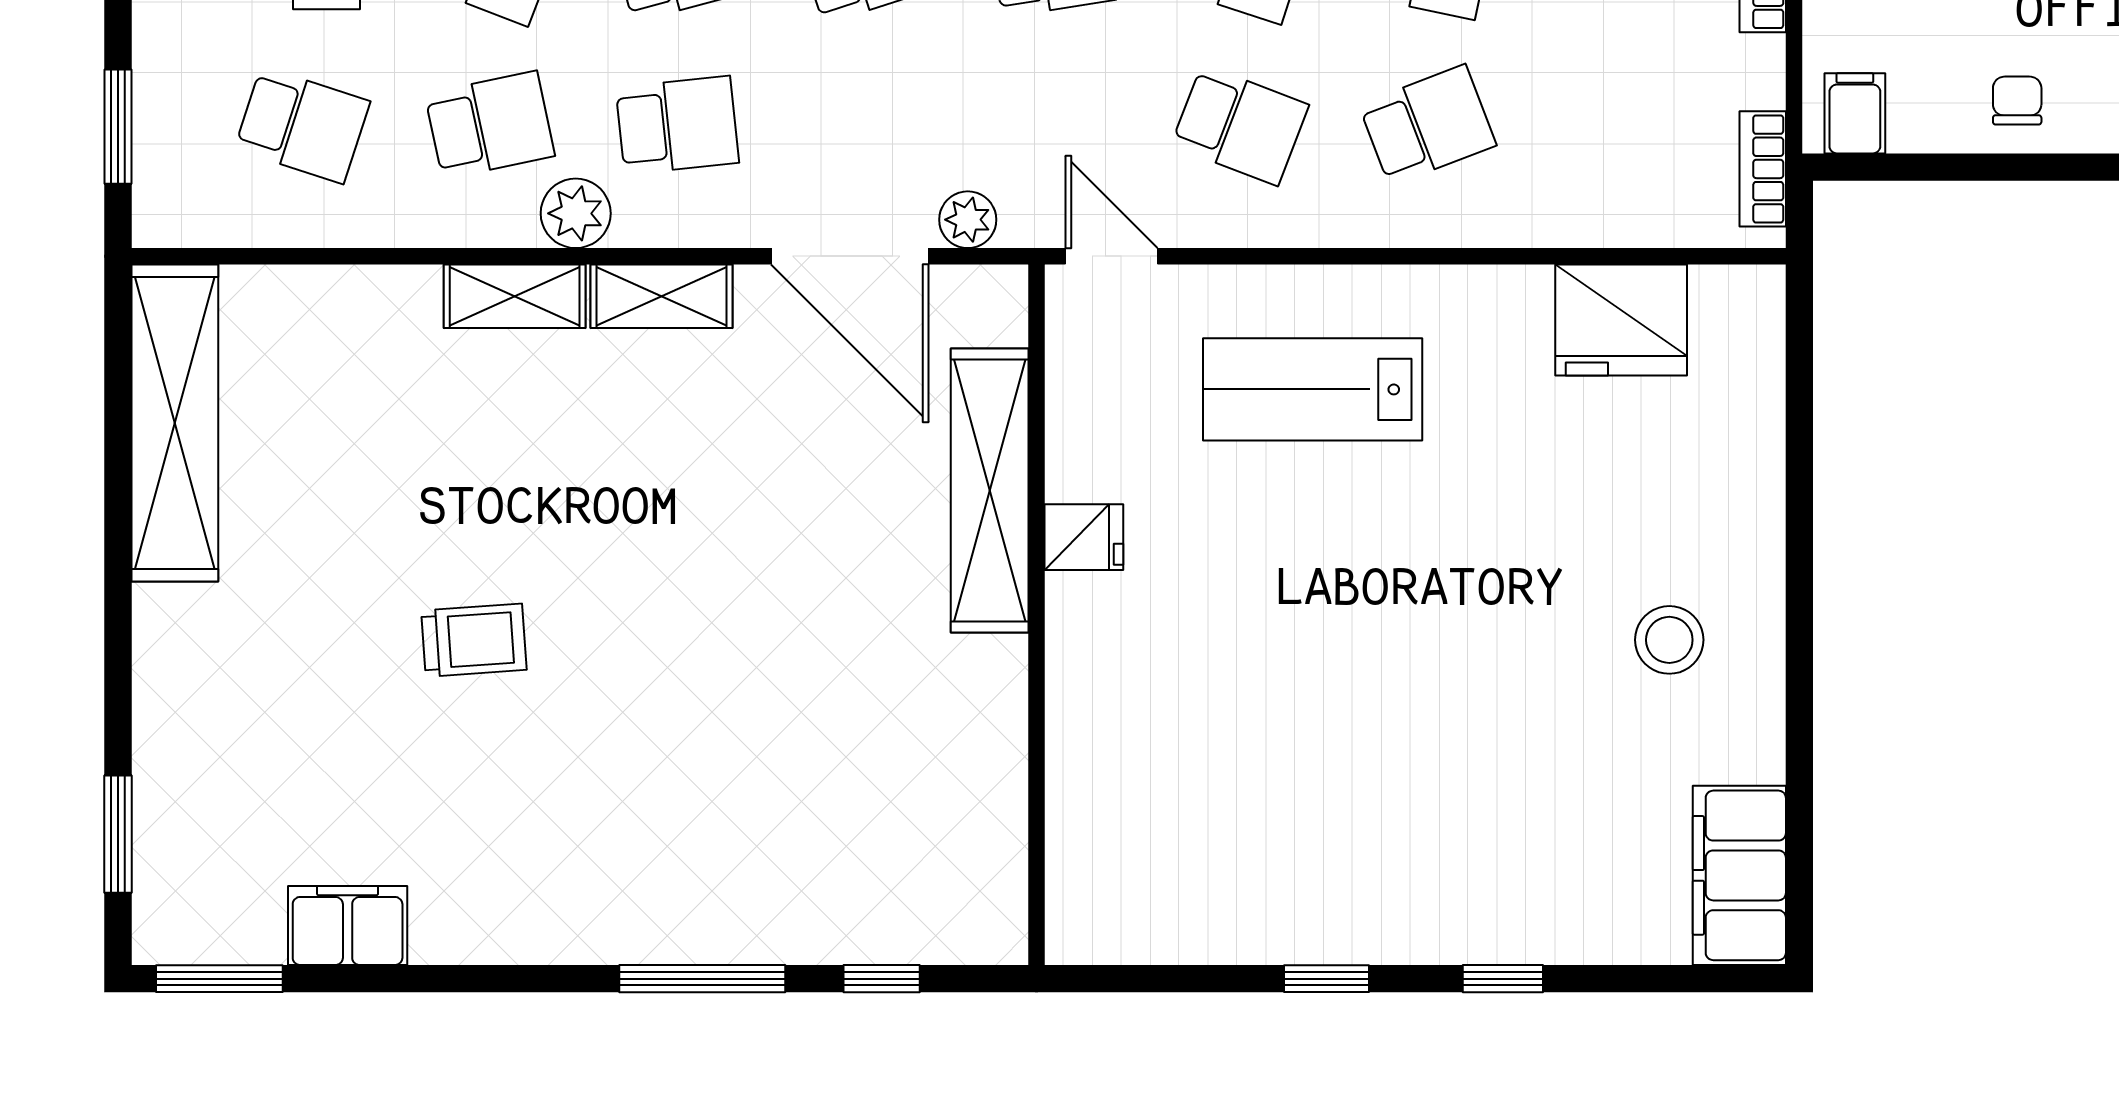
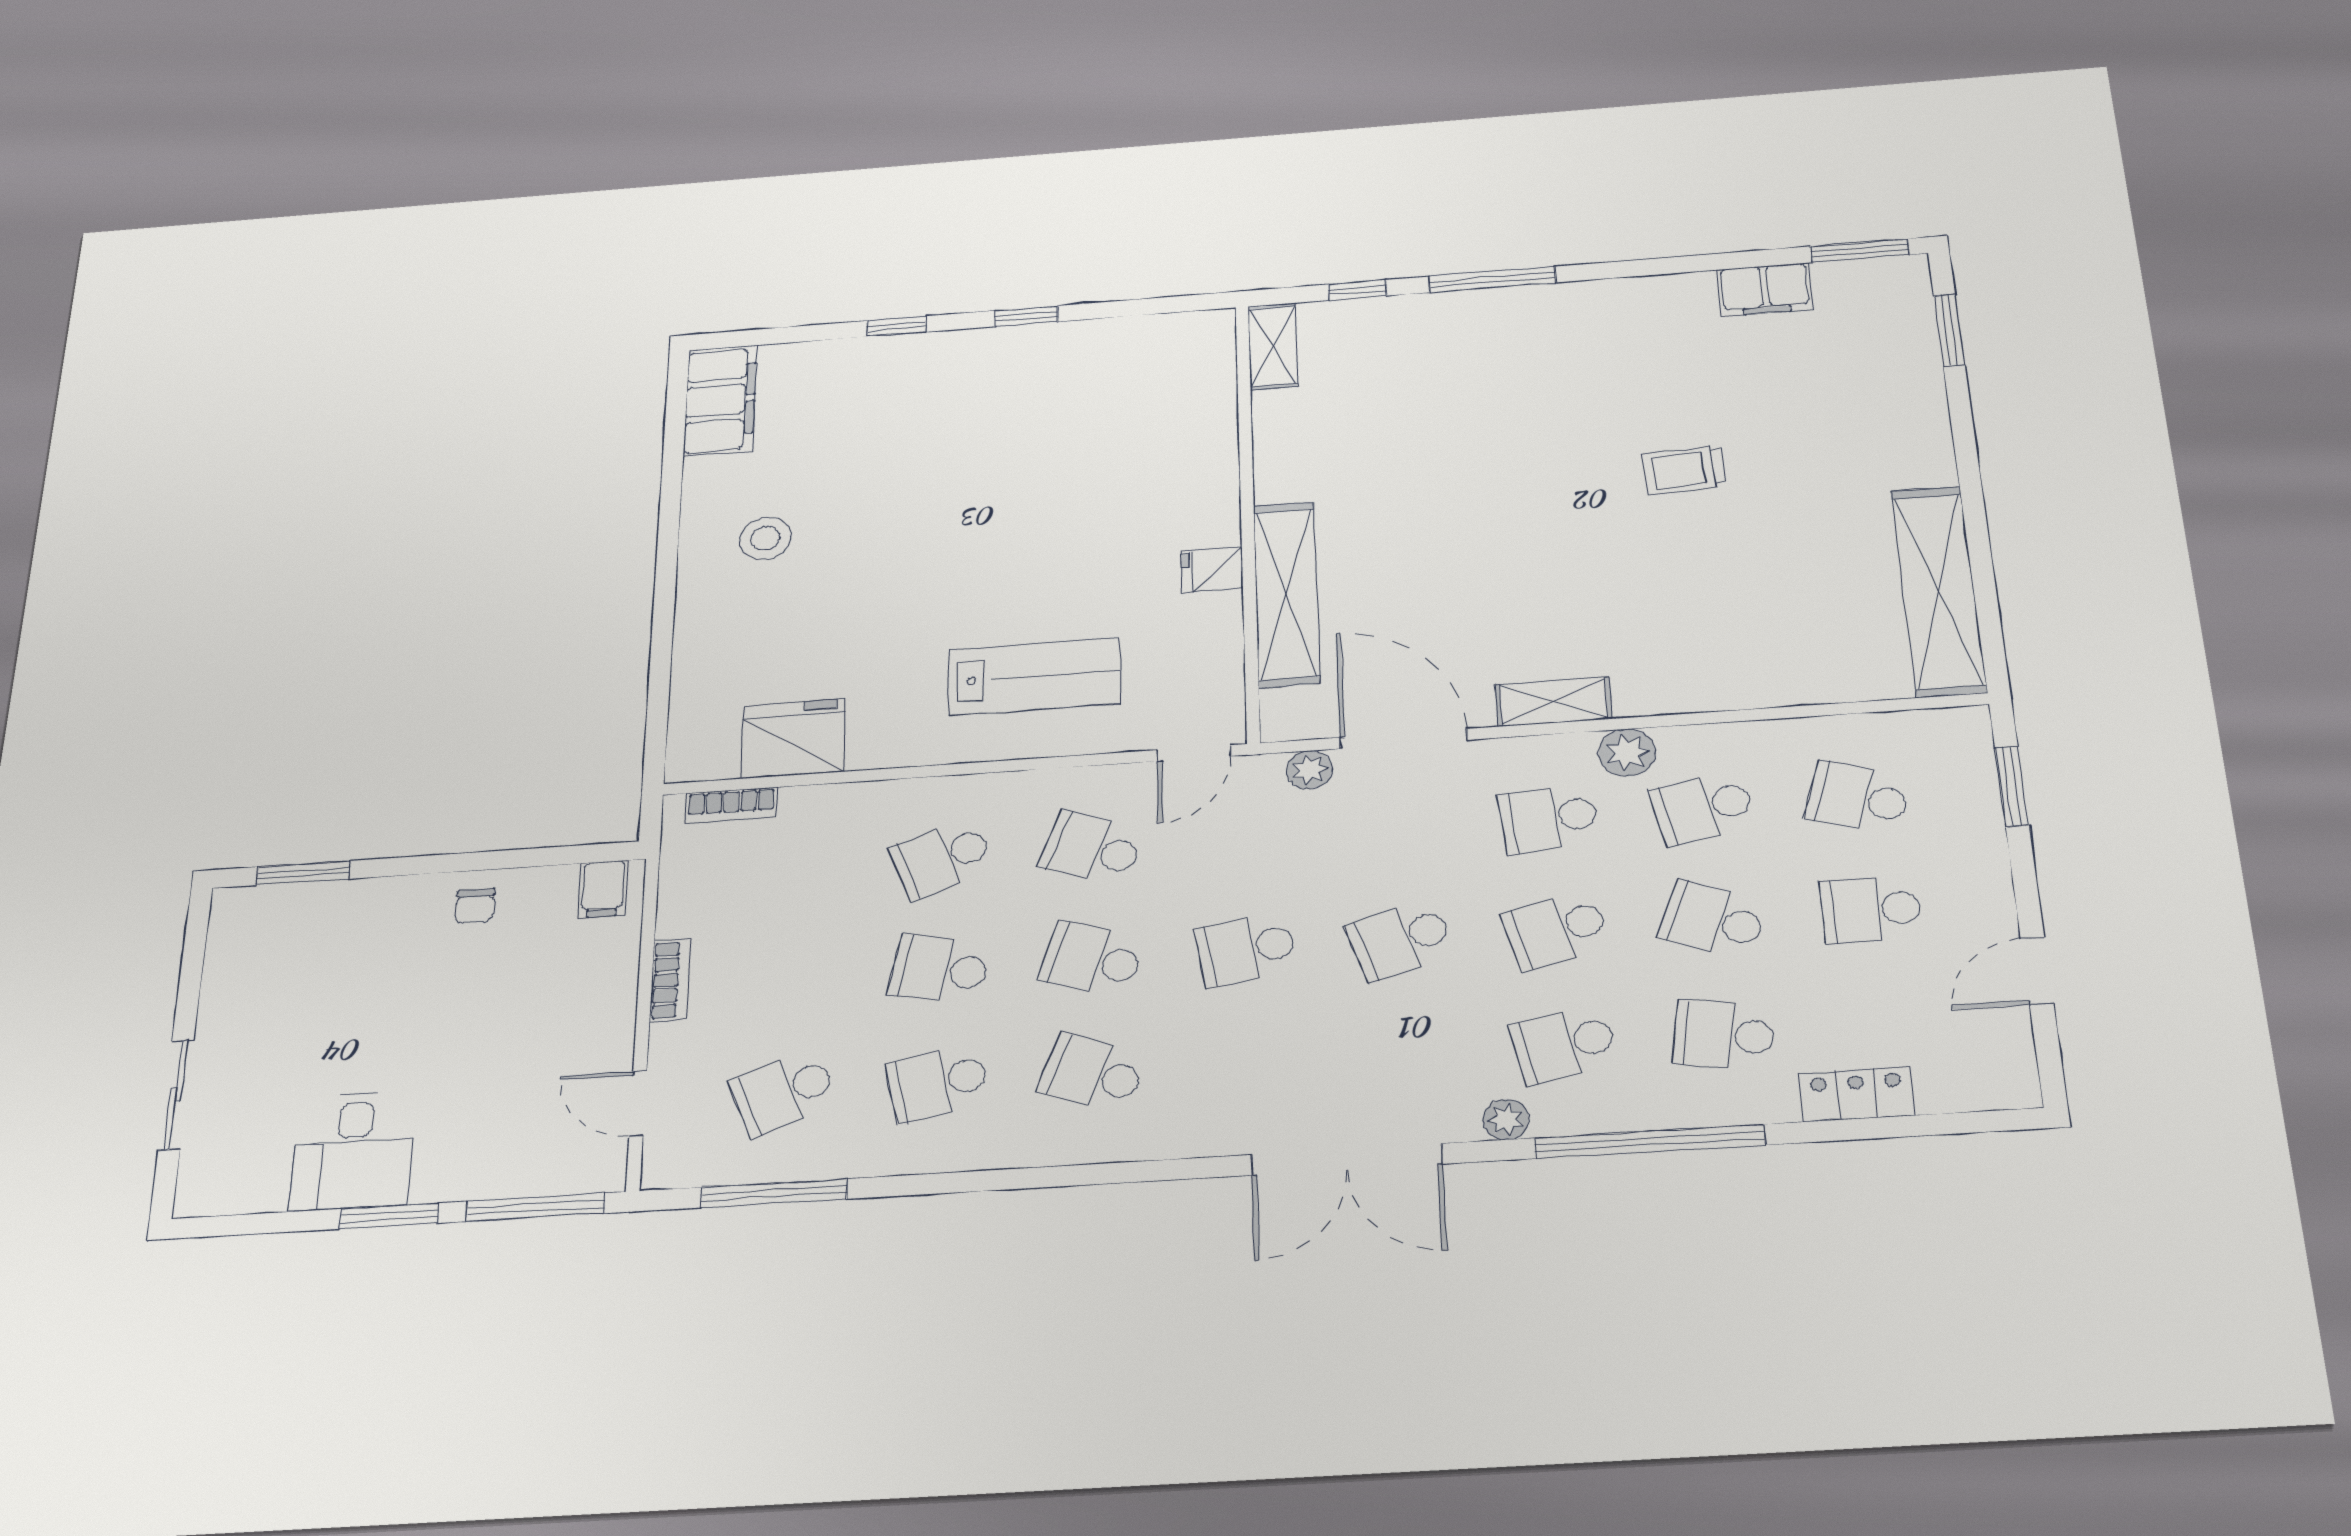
bookcase: (1763, 169) -> (731, 805), moved, turned 90
door: (1111, 256) -> (1194, 753), hinge flipped
shelving: (515, 296) -> (1273, 346), moved, turned 90

